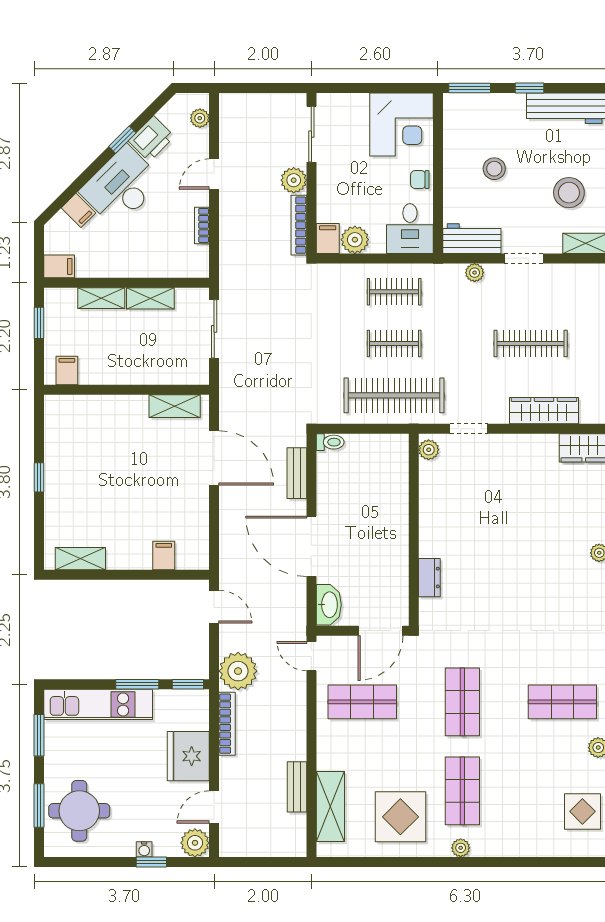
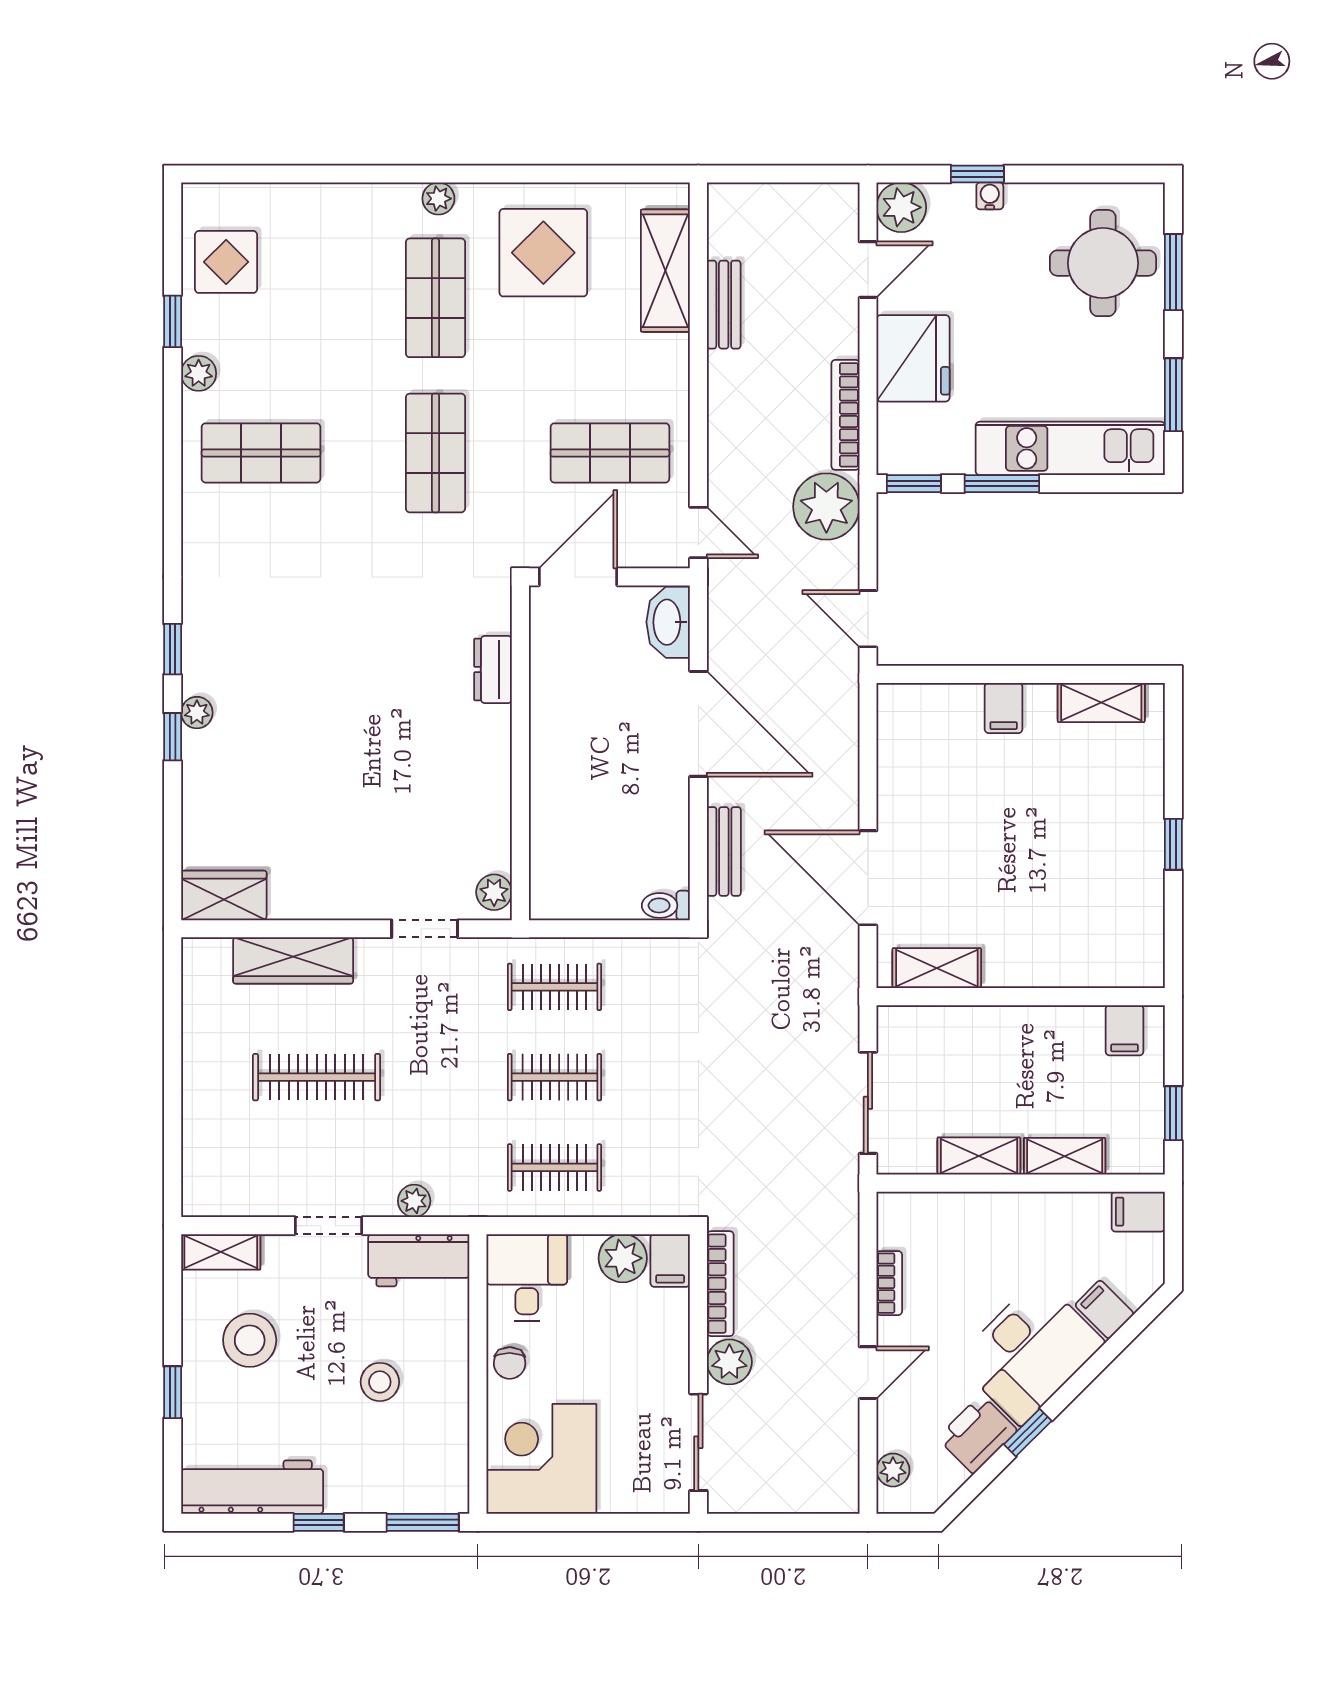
chair: (420, 180) -> (510, 1363), turned 91
clothes rail: (394, 395) -> (554, 987), width x0.54, depth x0.76
filing cabinet: (164, 555) -> (1004, 708), moved

